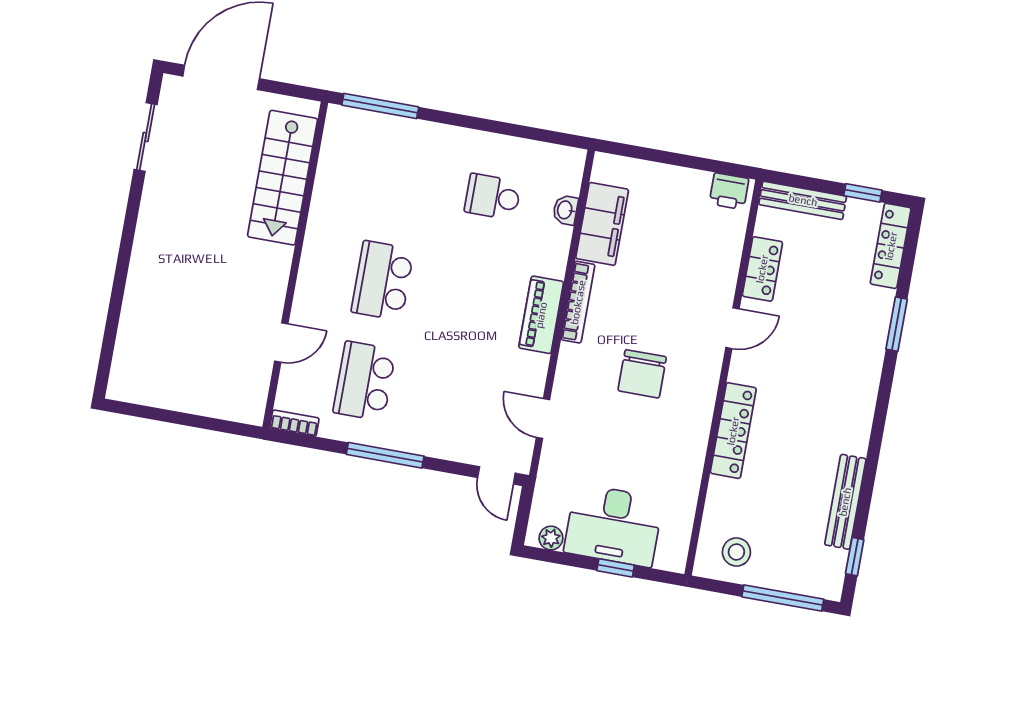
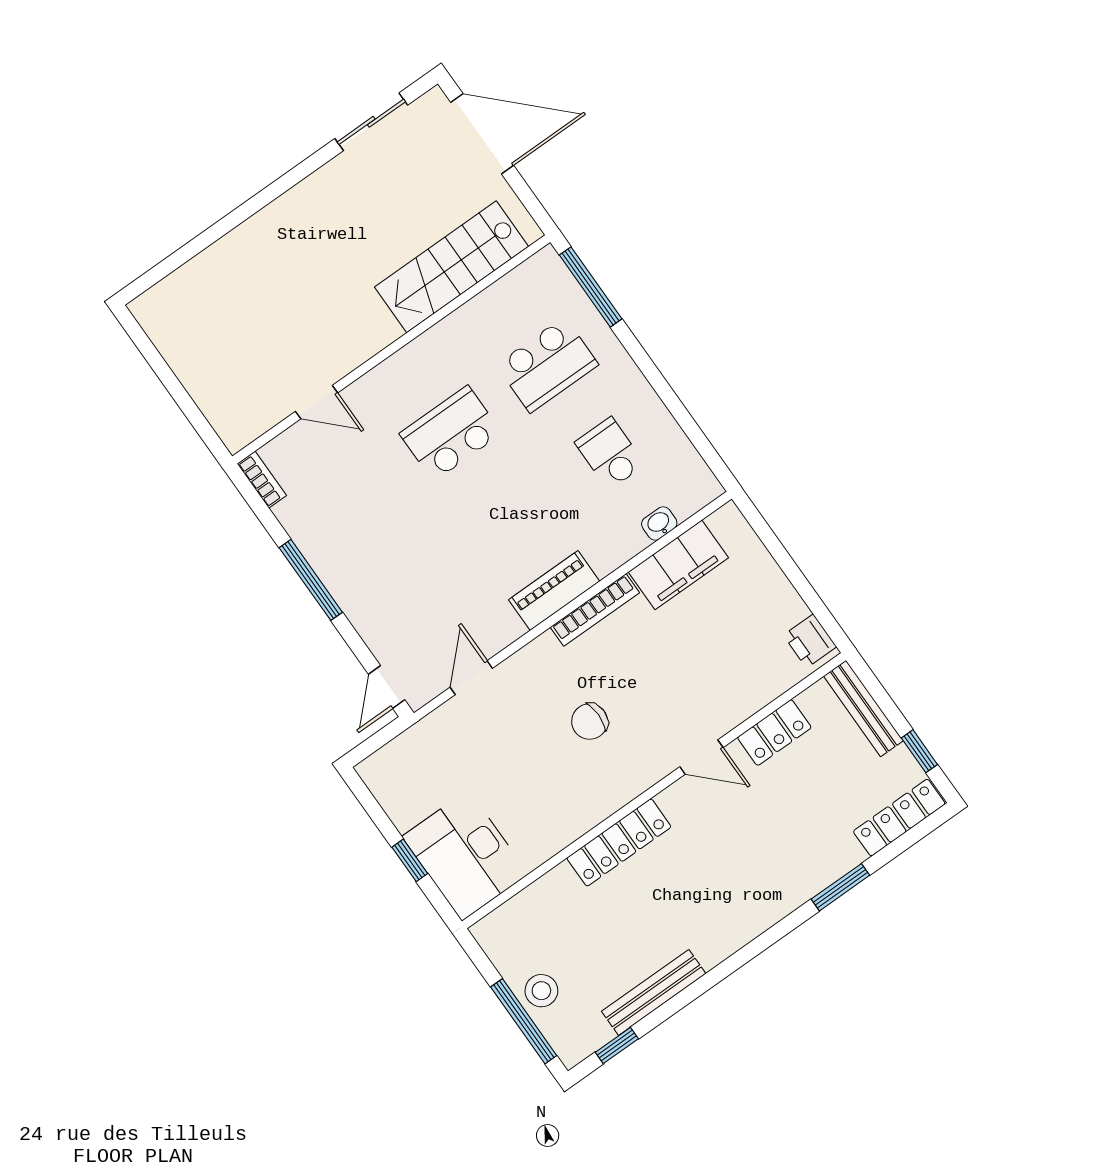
chair: (642, 374) -> (590, 721), width x0.73, depth x0.73
school desk: (364, 381) -> (547, 365), moved, turned 180
desk: (613, 525) -> (465, 855), moved
plant: (551, 538) -> (381, 783), removed
stool: (736, 552) -> (541, 991), moved

